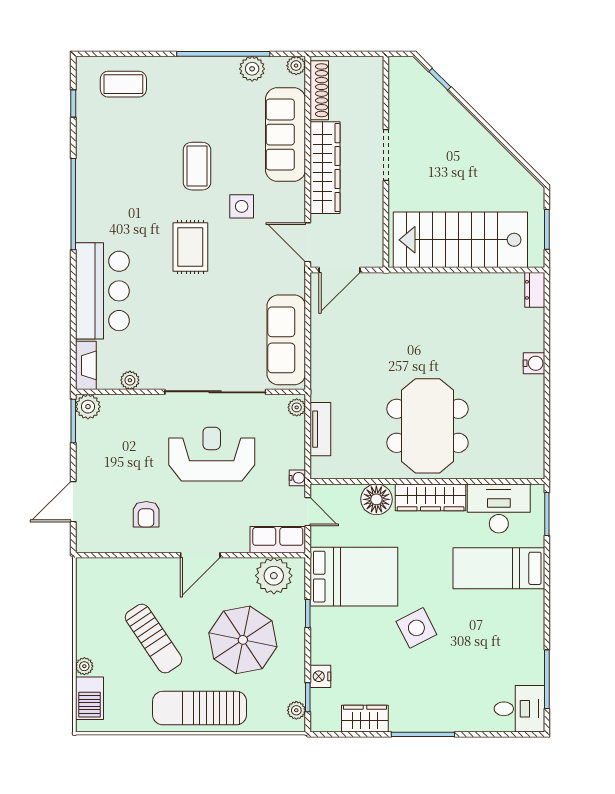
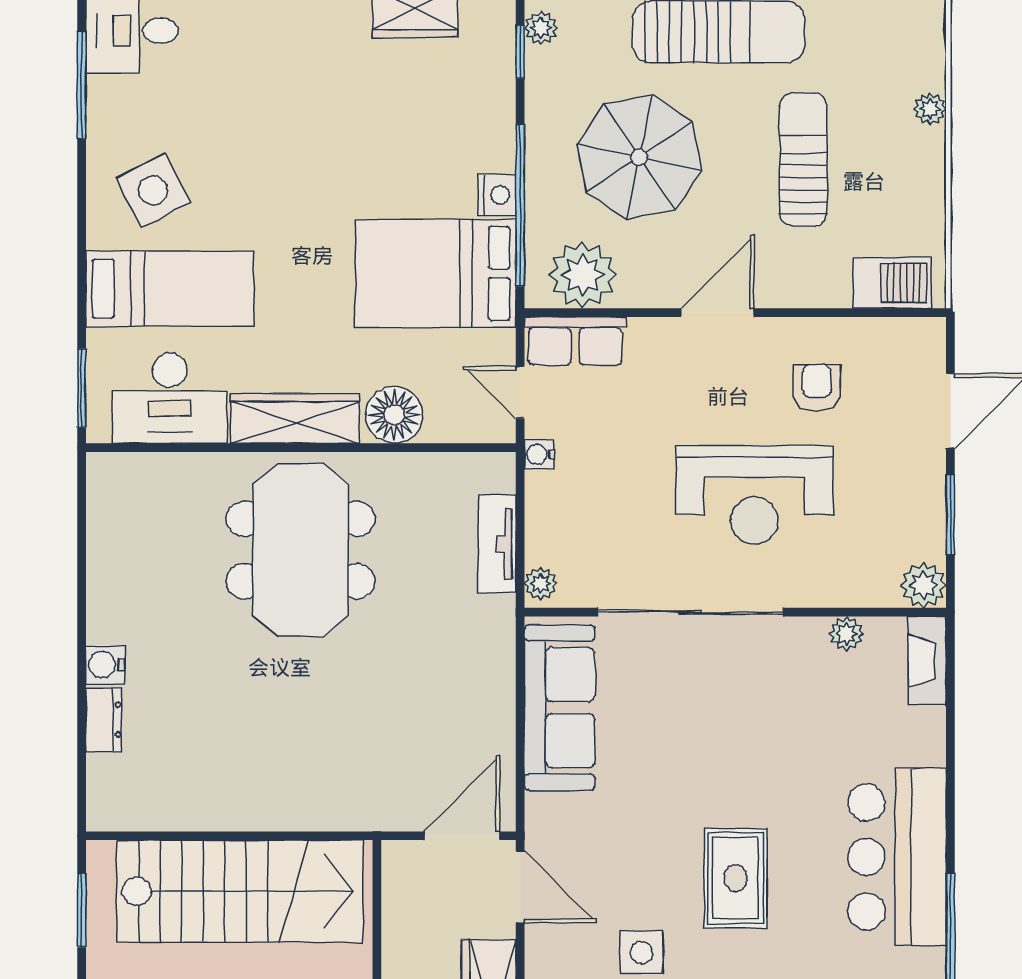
dresser: (535, 290) -> (104, 720), moved
bar counter: (102, 291) -> (897, 857), moved
window: (73, 421) -> (950, 515), moved
reception desk: (212, 454) -> (755, 495), moved
window: (308, 614) -> (520, 206), width x3.17
side table: (416, 628) -> (153, 190), moved
sun lounger: (154, 639) -> (803, 160), turned 34
nightstand: (320, 676) -> (497, 195), moved
barbecue: (89, 698) -> (892, 283), moved, turned 90

